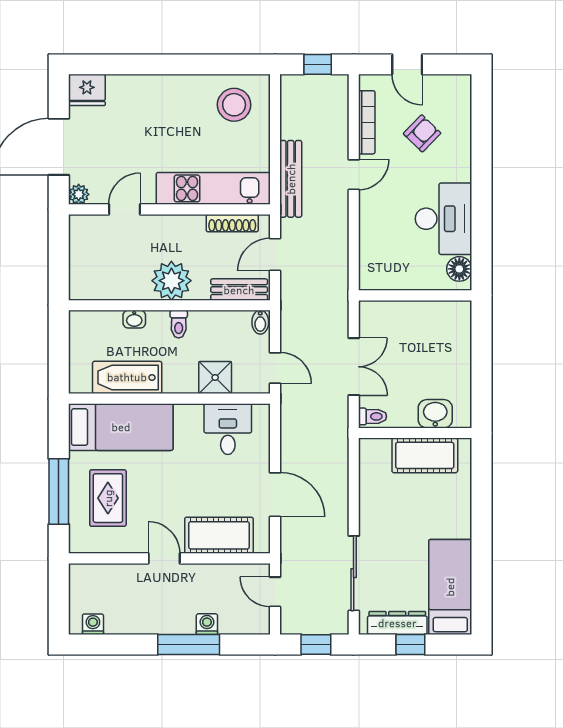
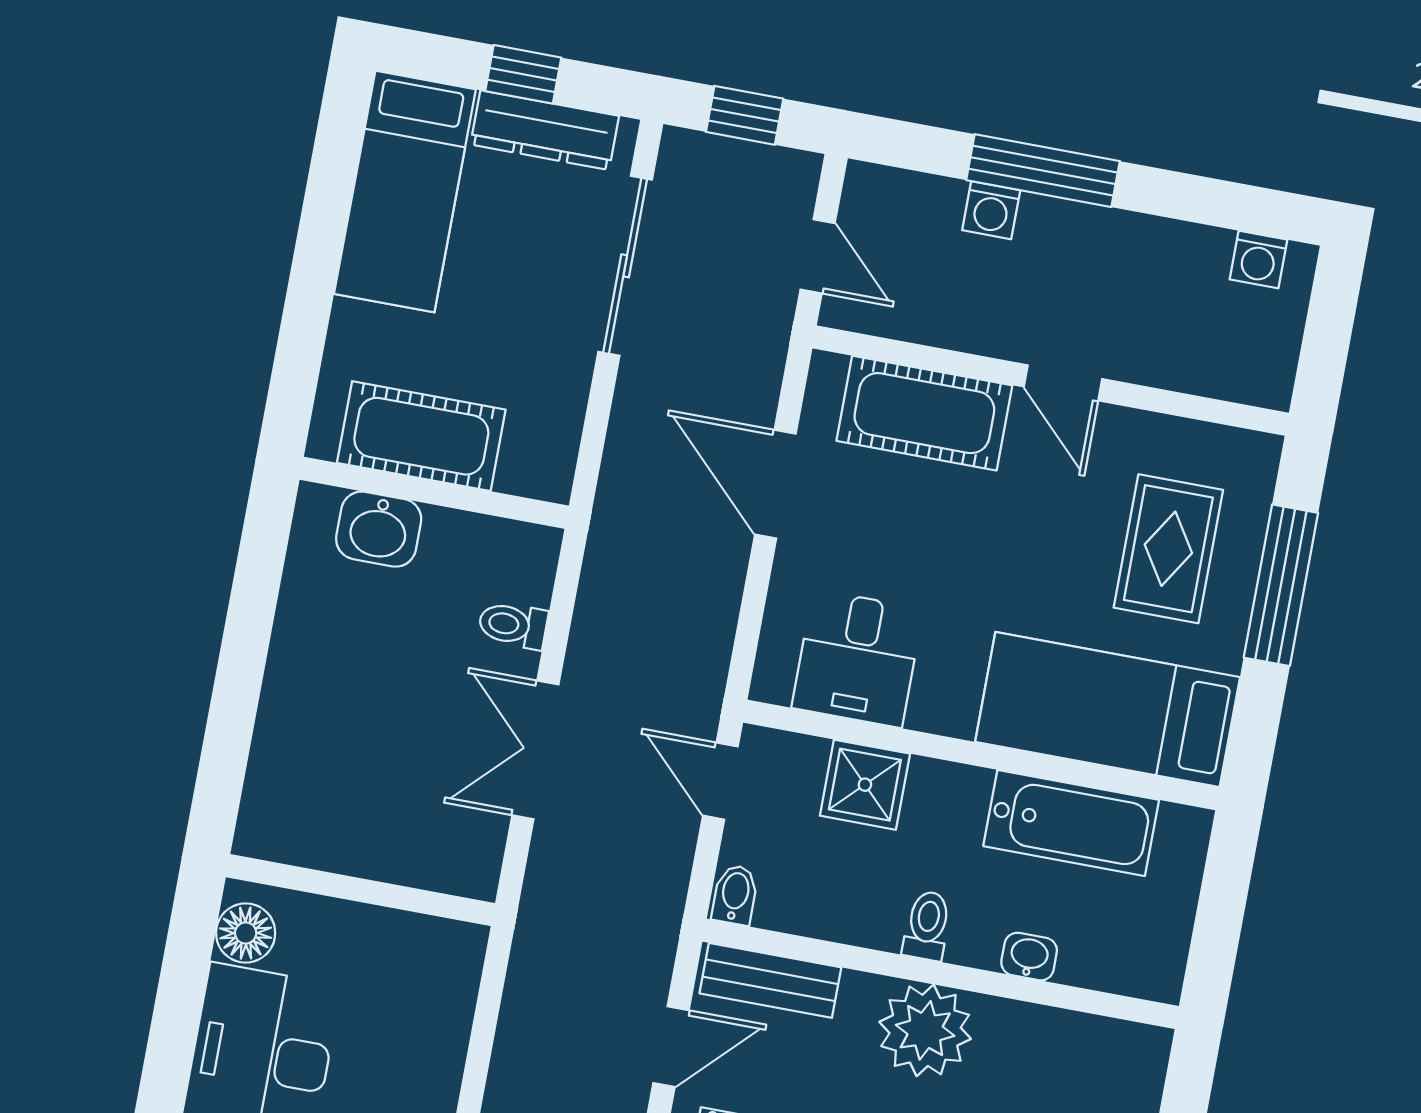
washbasin: (435, 414) -> (379, 529), moved
wall: (415, 433) -> (434, 493), moved
cot: (425, 455) -> (421, 436), moved

